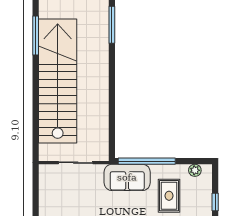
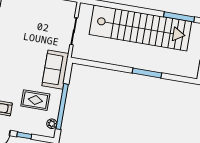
window: (112, 25) -> (147, 73), moved
window: (147, 161) -> (62, 107), moved

